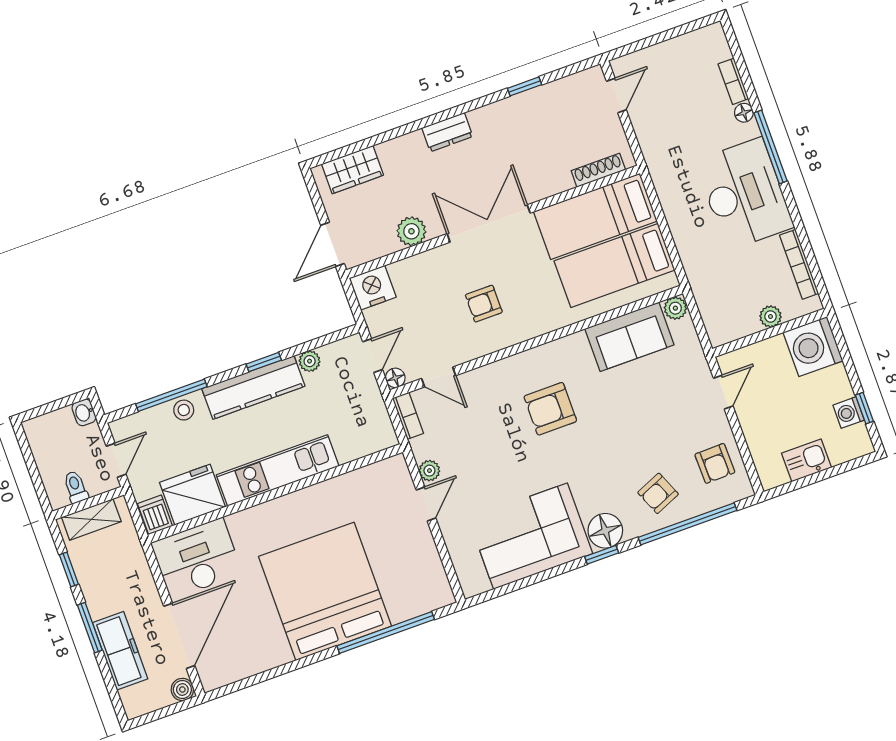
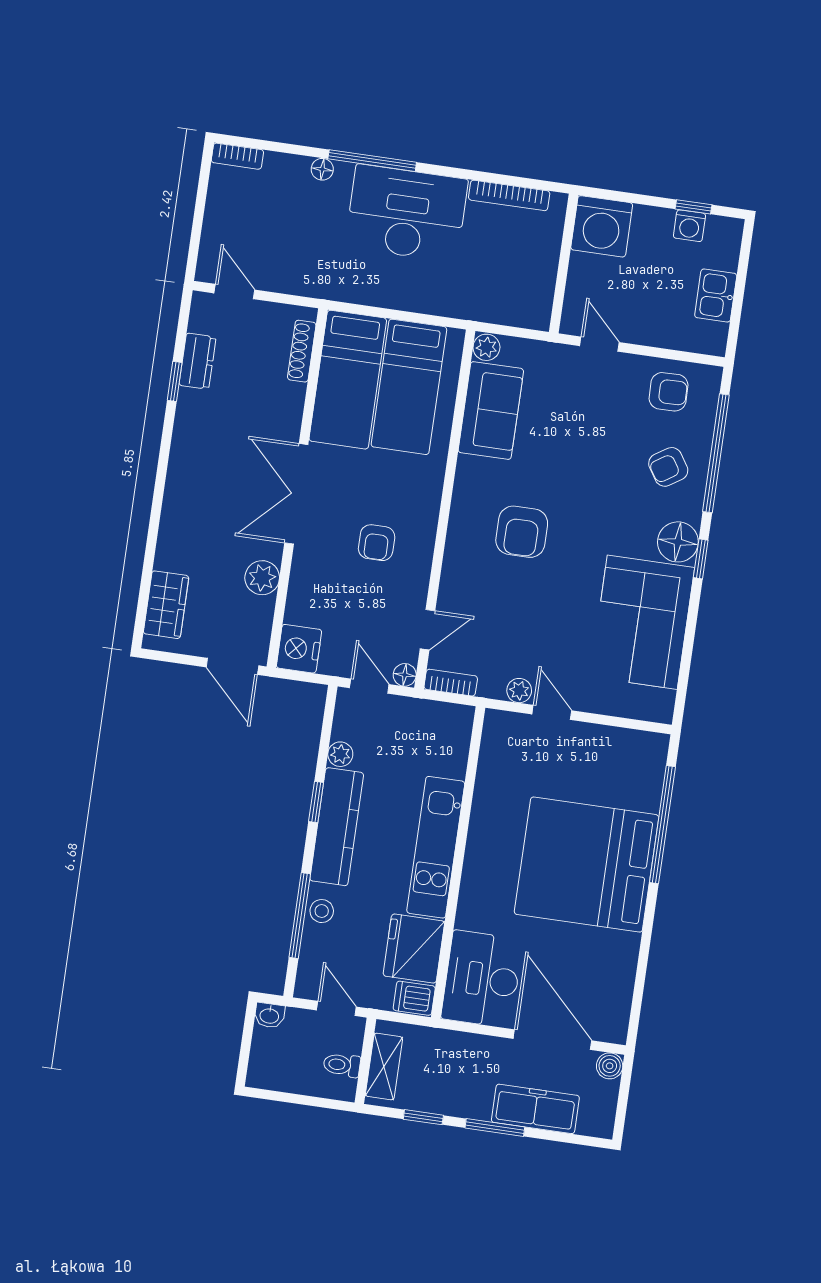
bookcase: (733, 81) -> (237, 156), moved
dresser: (447, 132) -> (198, 361), moved
plant: (771, 316) -> (547, 254), removed
armchair: (658, 493) -> (668, 467), turned 80

